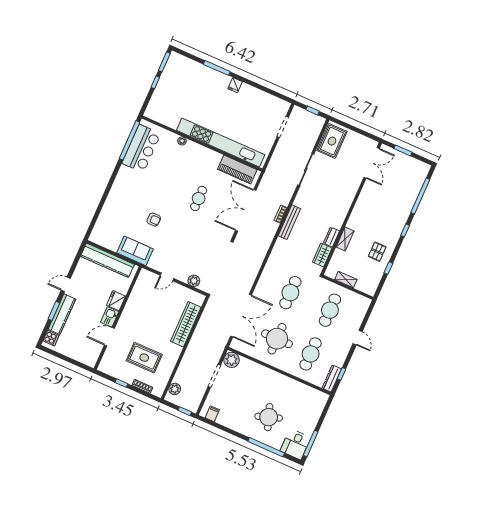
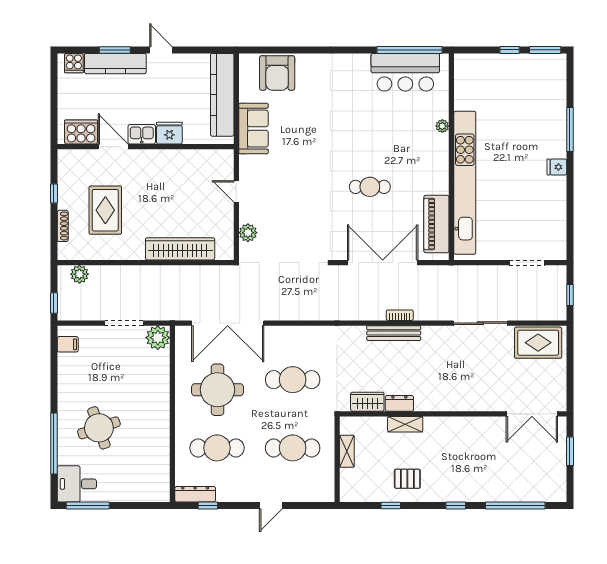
armchair: (154, 220) -> (277, 73), moved, width x1.88, depth x1.88
cooker: (93, 352) -> (81, 132), added

